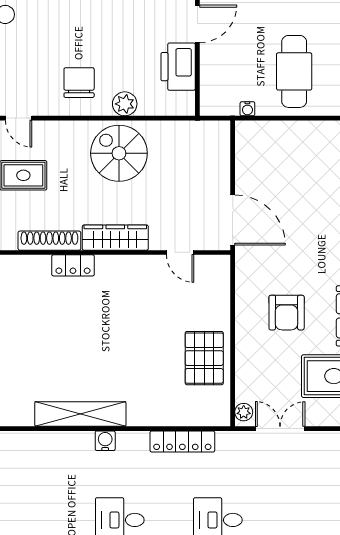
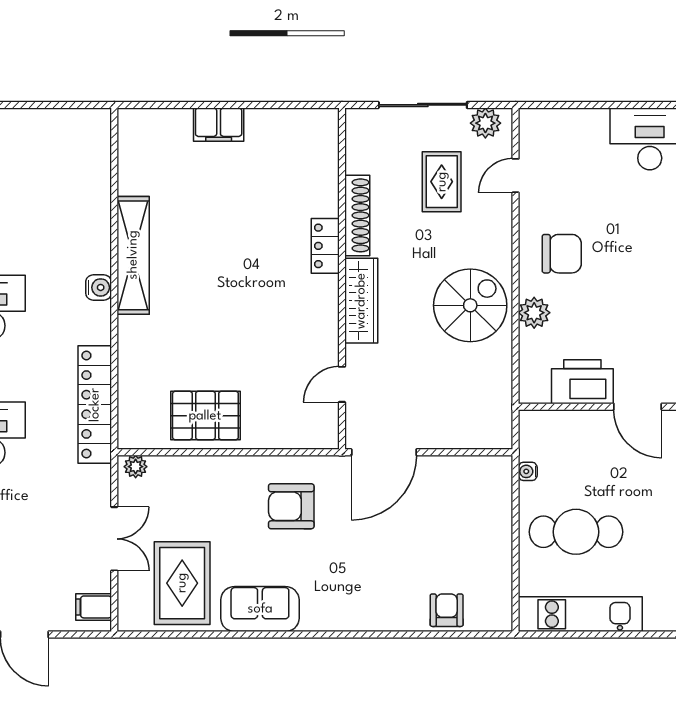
armchair: (287, 313) -> (291, 506), moved
double door: (280, 429) -> (114, 539), moved
locker: (182, 441) -> (95, 405), width x1.41, depth x1.21

